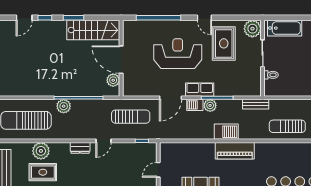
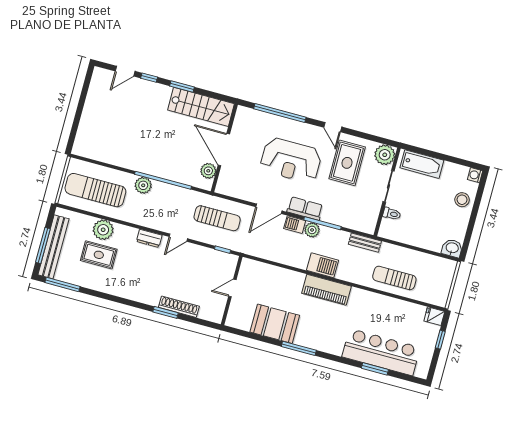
reception desk: (178, 54) -> (291, 160), turned 180

